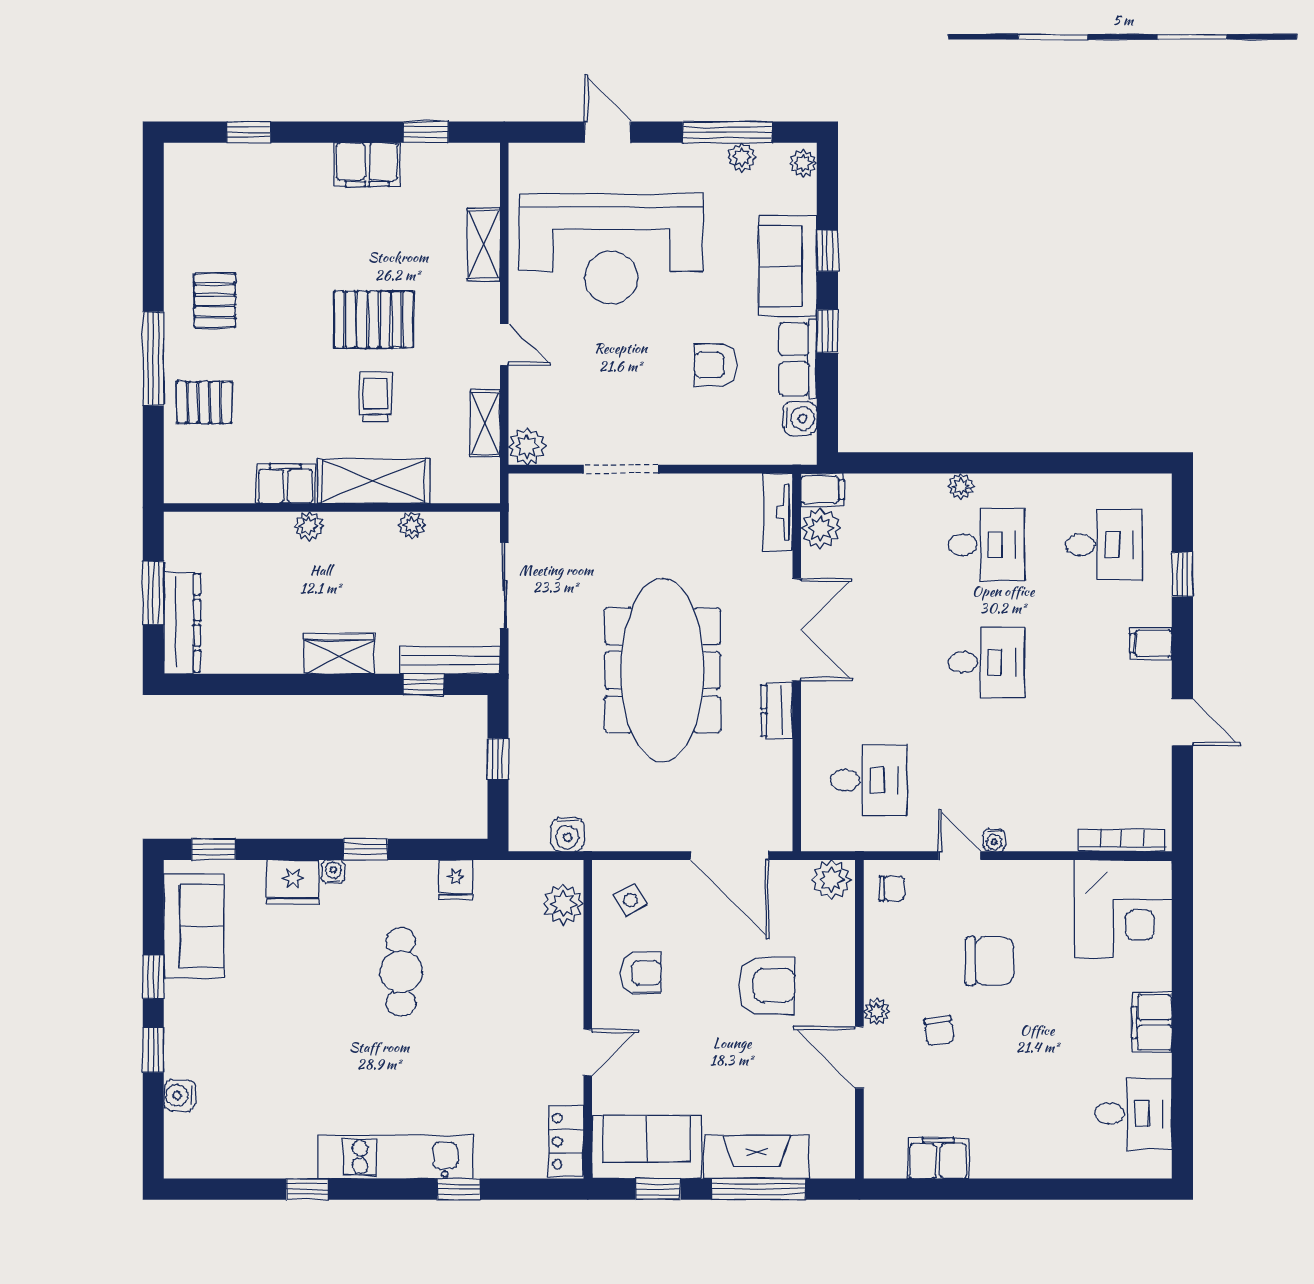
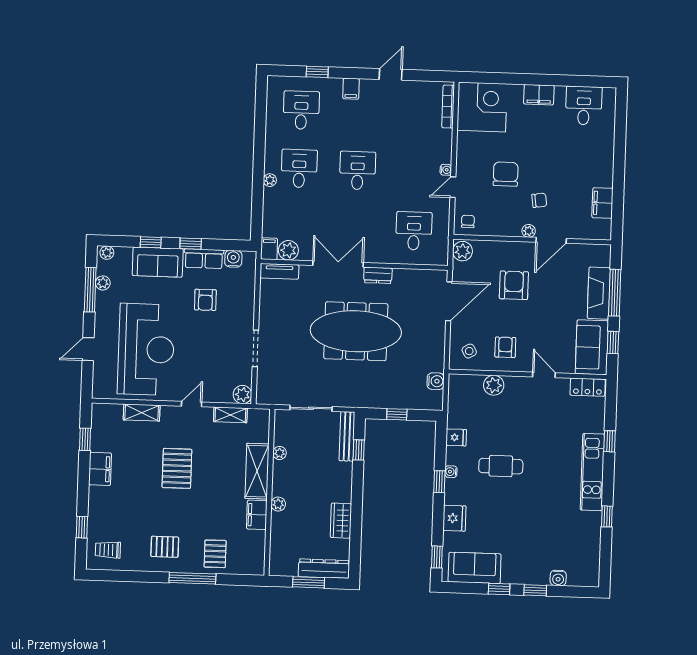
trolley: (376, 397) -> (108, 550), moved
wardrobe: (339, 654) -> (341, 521), moved
water cooler: (333, 872) -> (451, 472), moved
plant: (563, 904) -> (494, 385), moved

